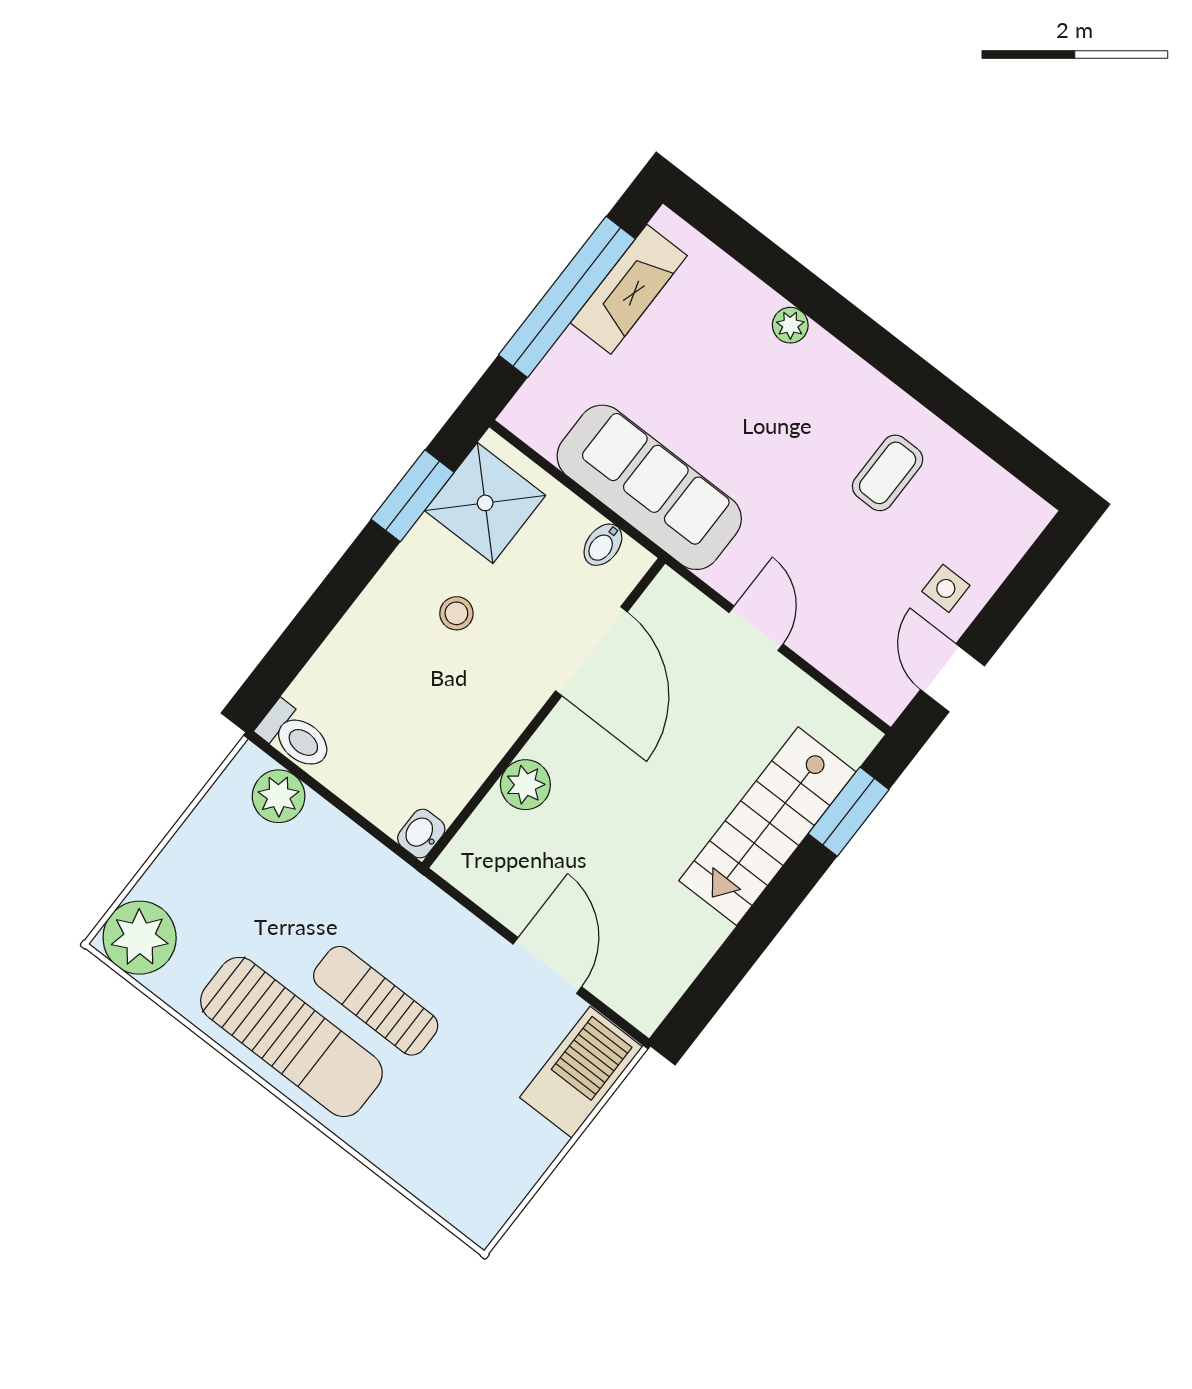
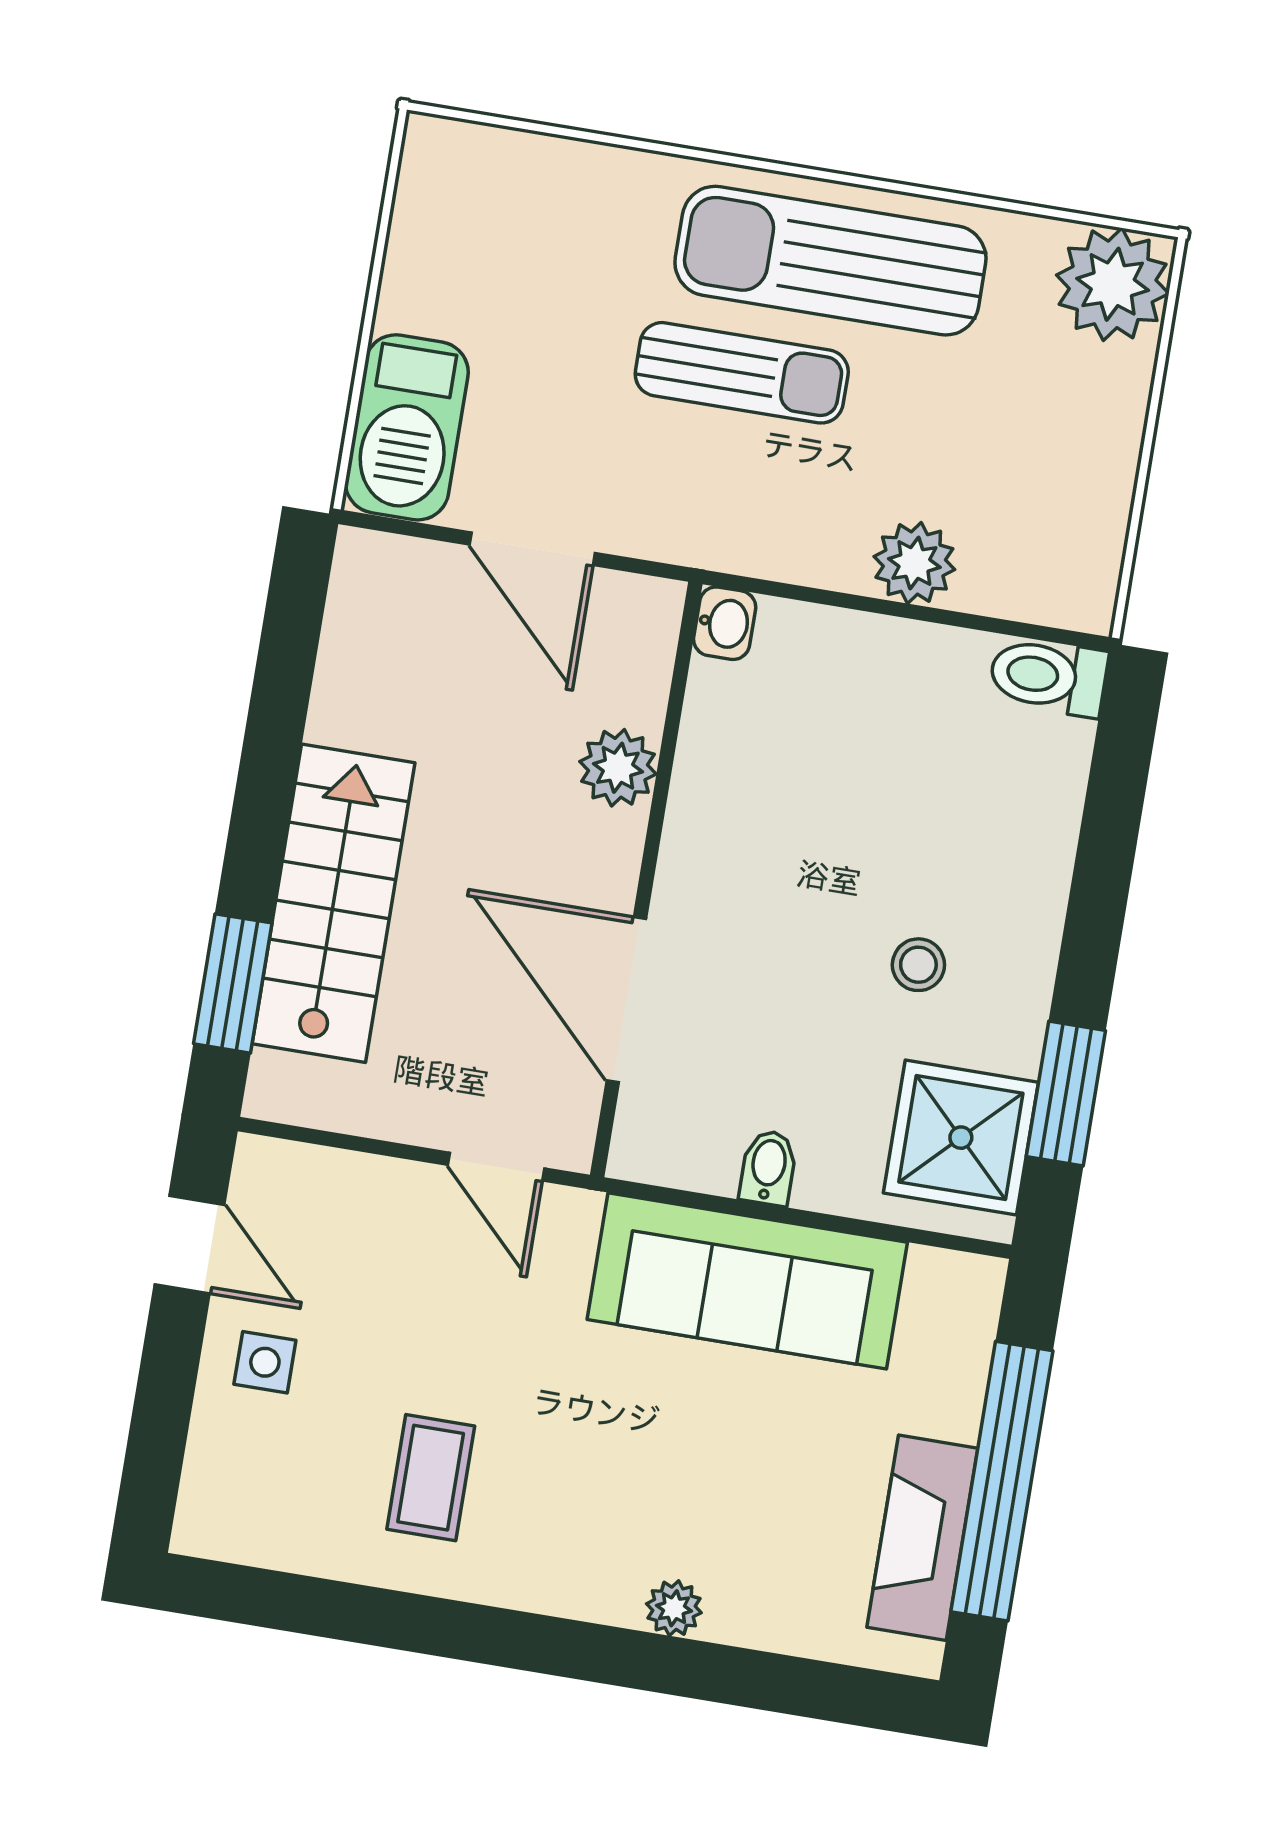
door: (591, 651) -> (626, 1000), moved
wall: (544, 713) -> (646, 880), moved
plant: (525, 785) -> (618, 768), moved
plant: (279, 796) -> (914, 563), moved
washbasin: (421, 834) -> (725, 623), moved

